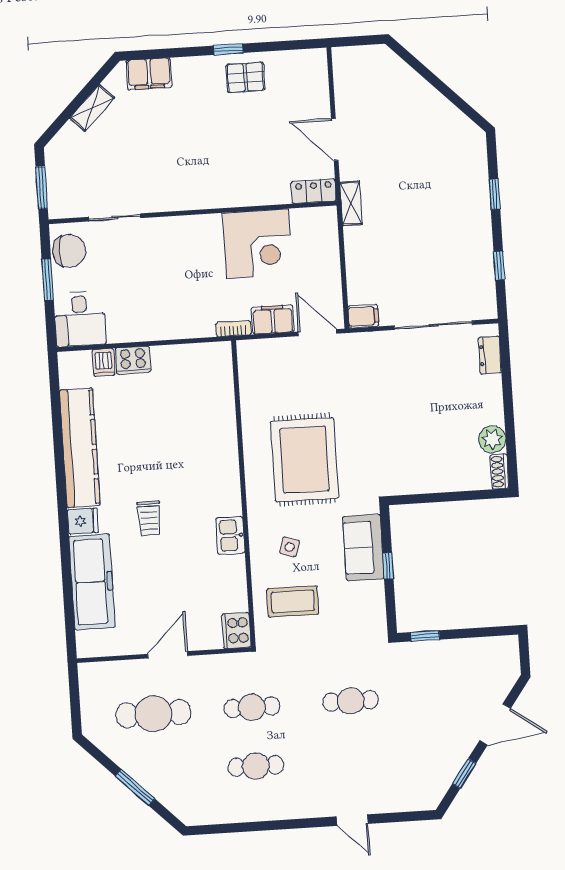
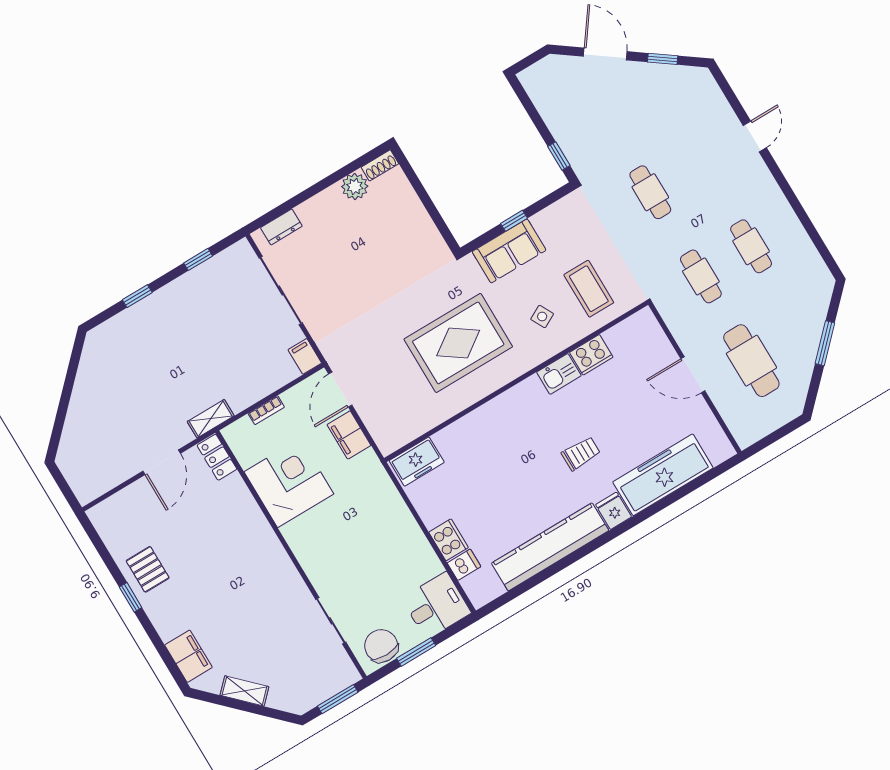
bookcase: (233, 329) -> (266, 410), moved, turned -90
freezer: (218, 368) -> (417, 462), added
side table: (289, 547) -> (542, 317), turned 45
cooker: (236, 630) -> (591, 355), moved

